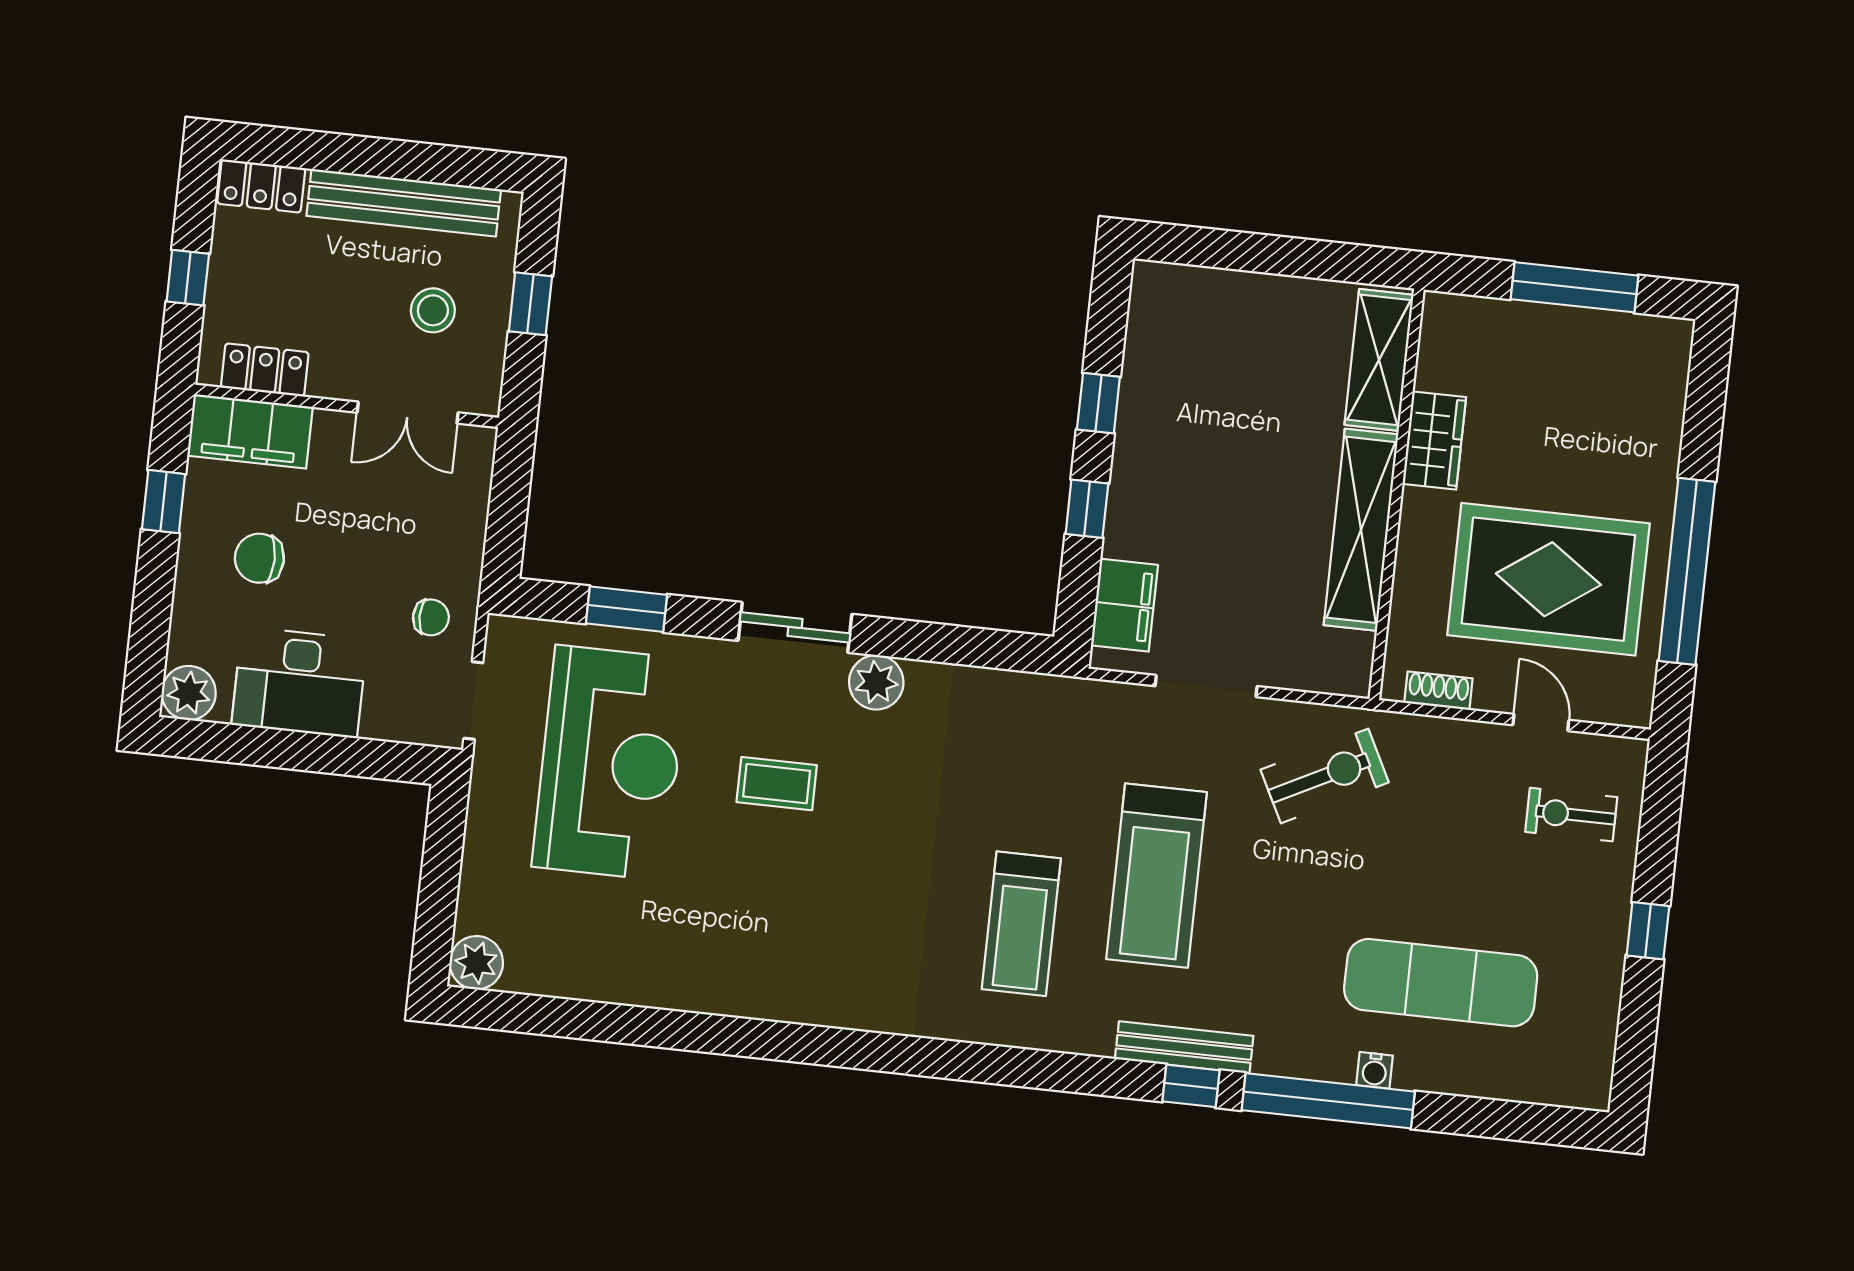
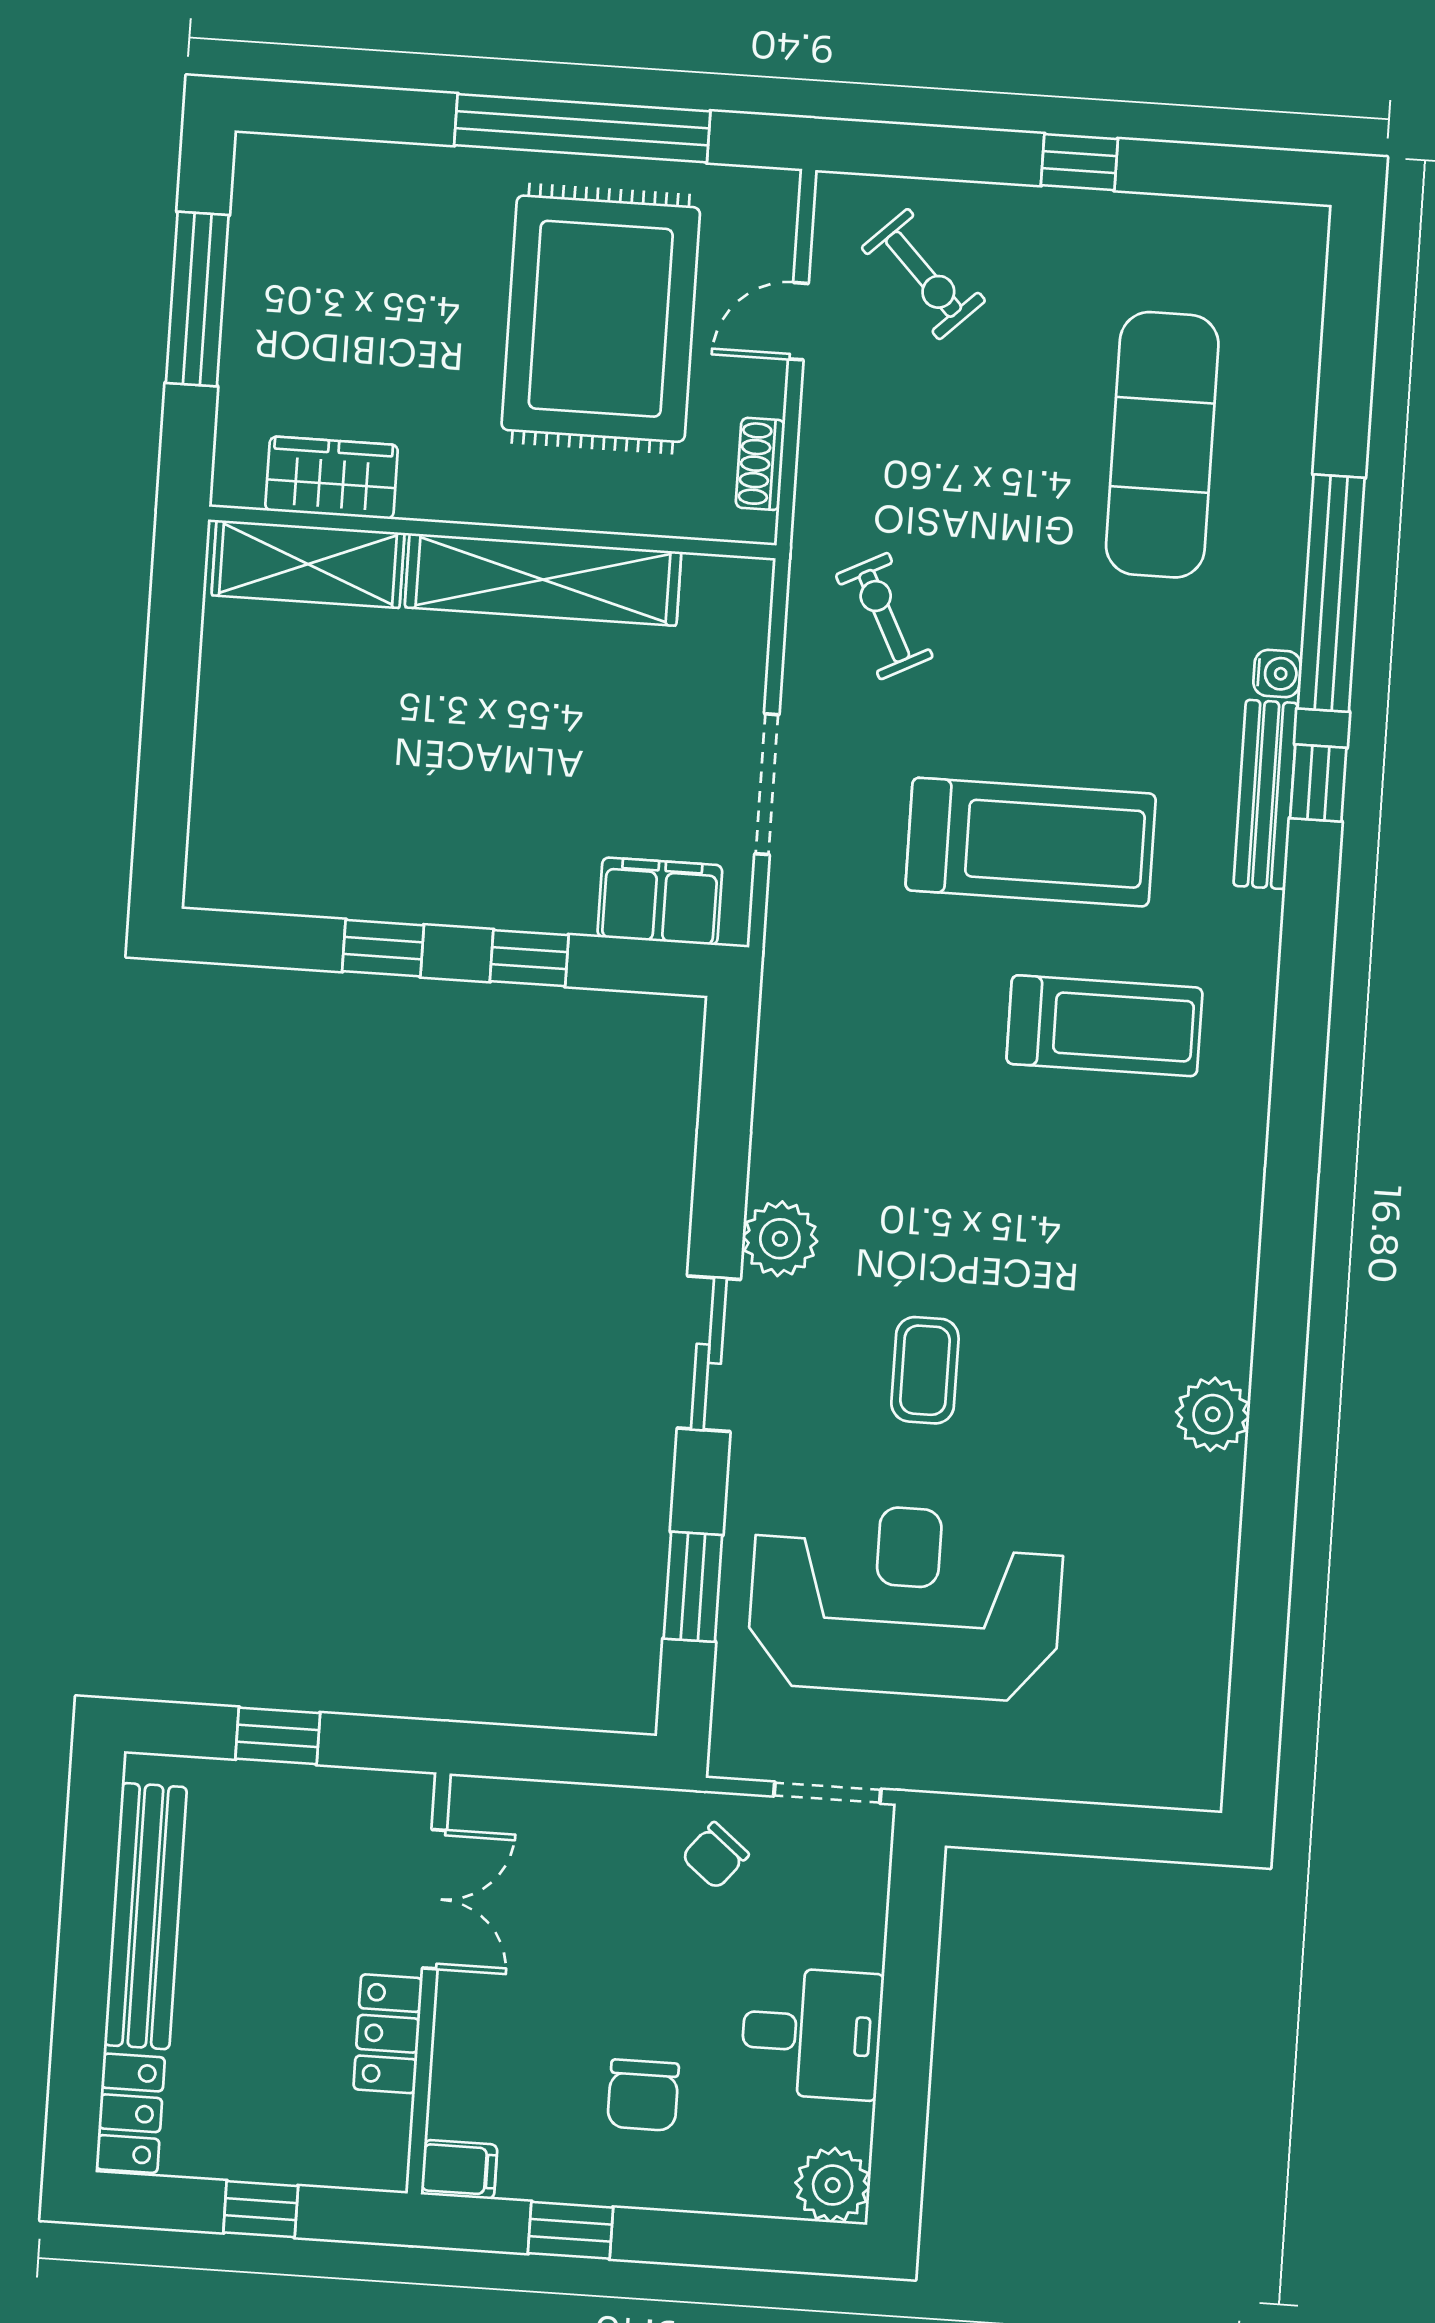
stool: (433, 310) -> (292, 1870), removed
locker: (265, 370) -> (388, 2034), moved
filing cabinet: (250, 431) -> (459, 2170), width x0.33, depth x0.86
wardrobe: (1434, 440) -> (332, 478), moved
chair: (431, 617) -> (715, 1856), turned -141
desk: (299, 682) -> (812, 2033), width x0.73
exercise bike: (1325, 776) -> (884, 616), width x0.73, depth x0.72
exercise bike: (1571, 815) -> (924, 274), turned -44
plant: (476, 963) -> (1213, 1414), moved
water cooler: (1375, 1070) -> (1277, 673), moved

